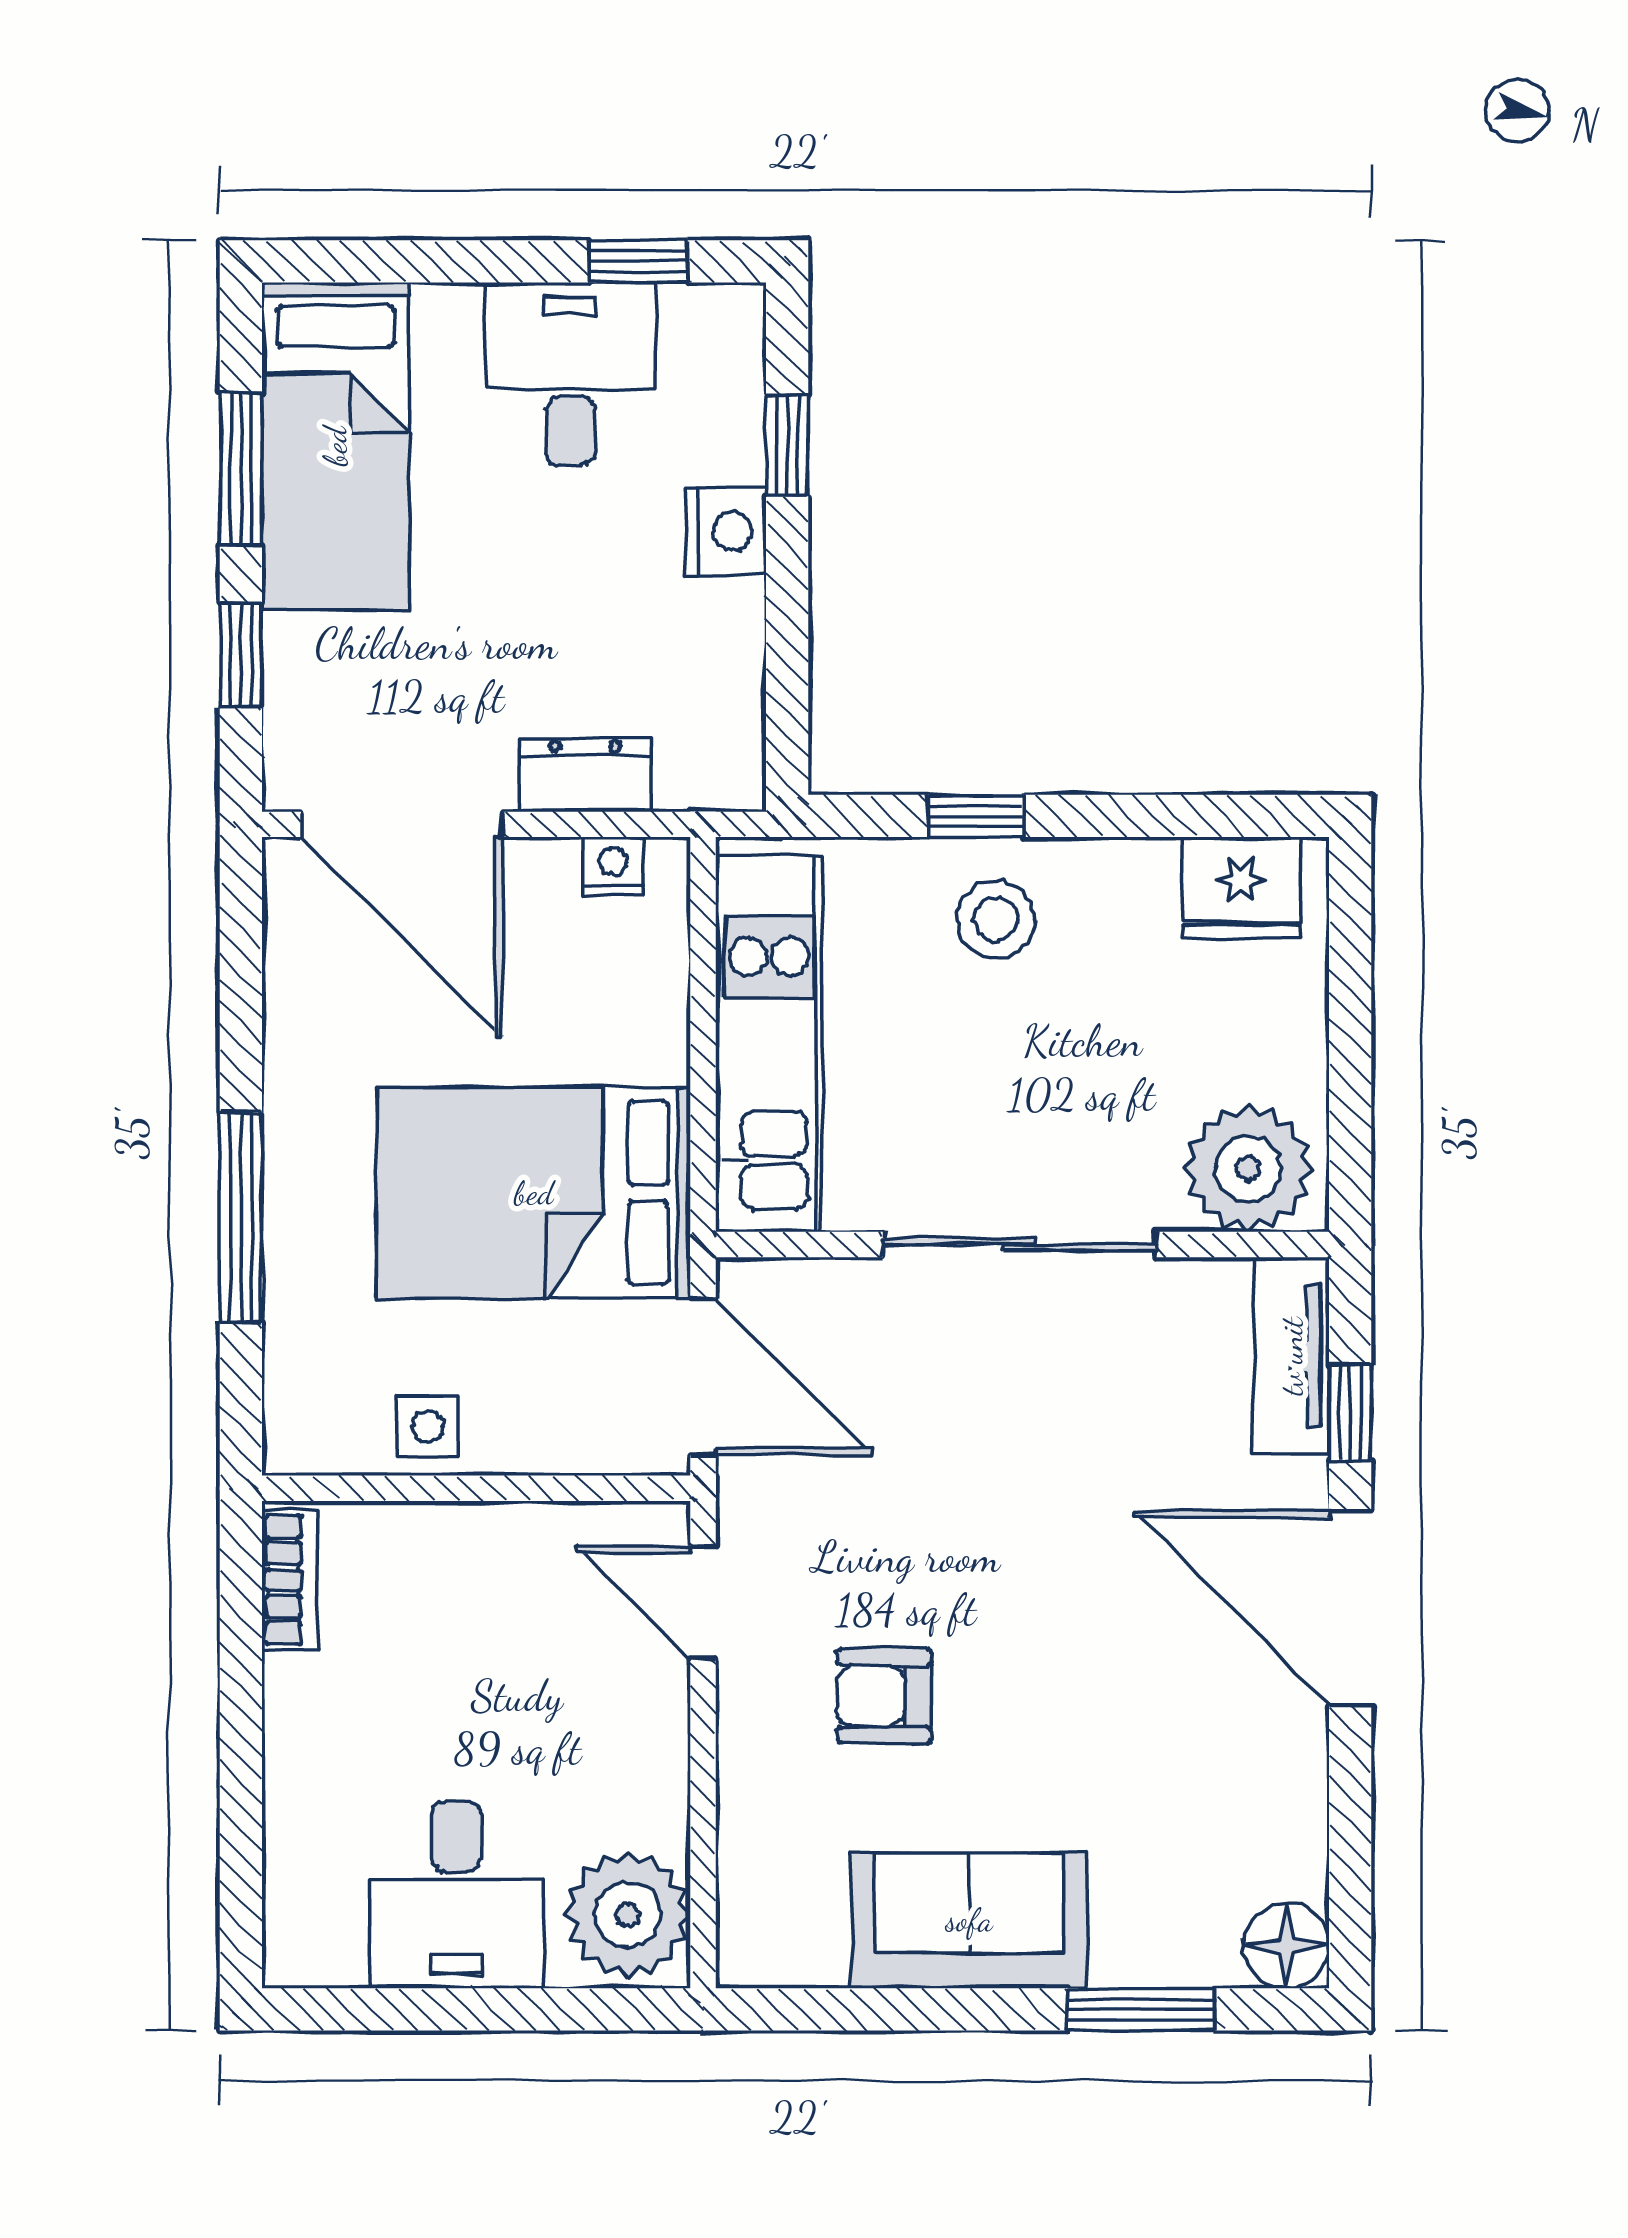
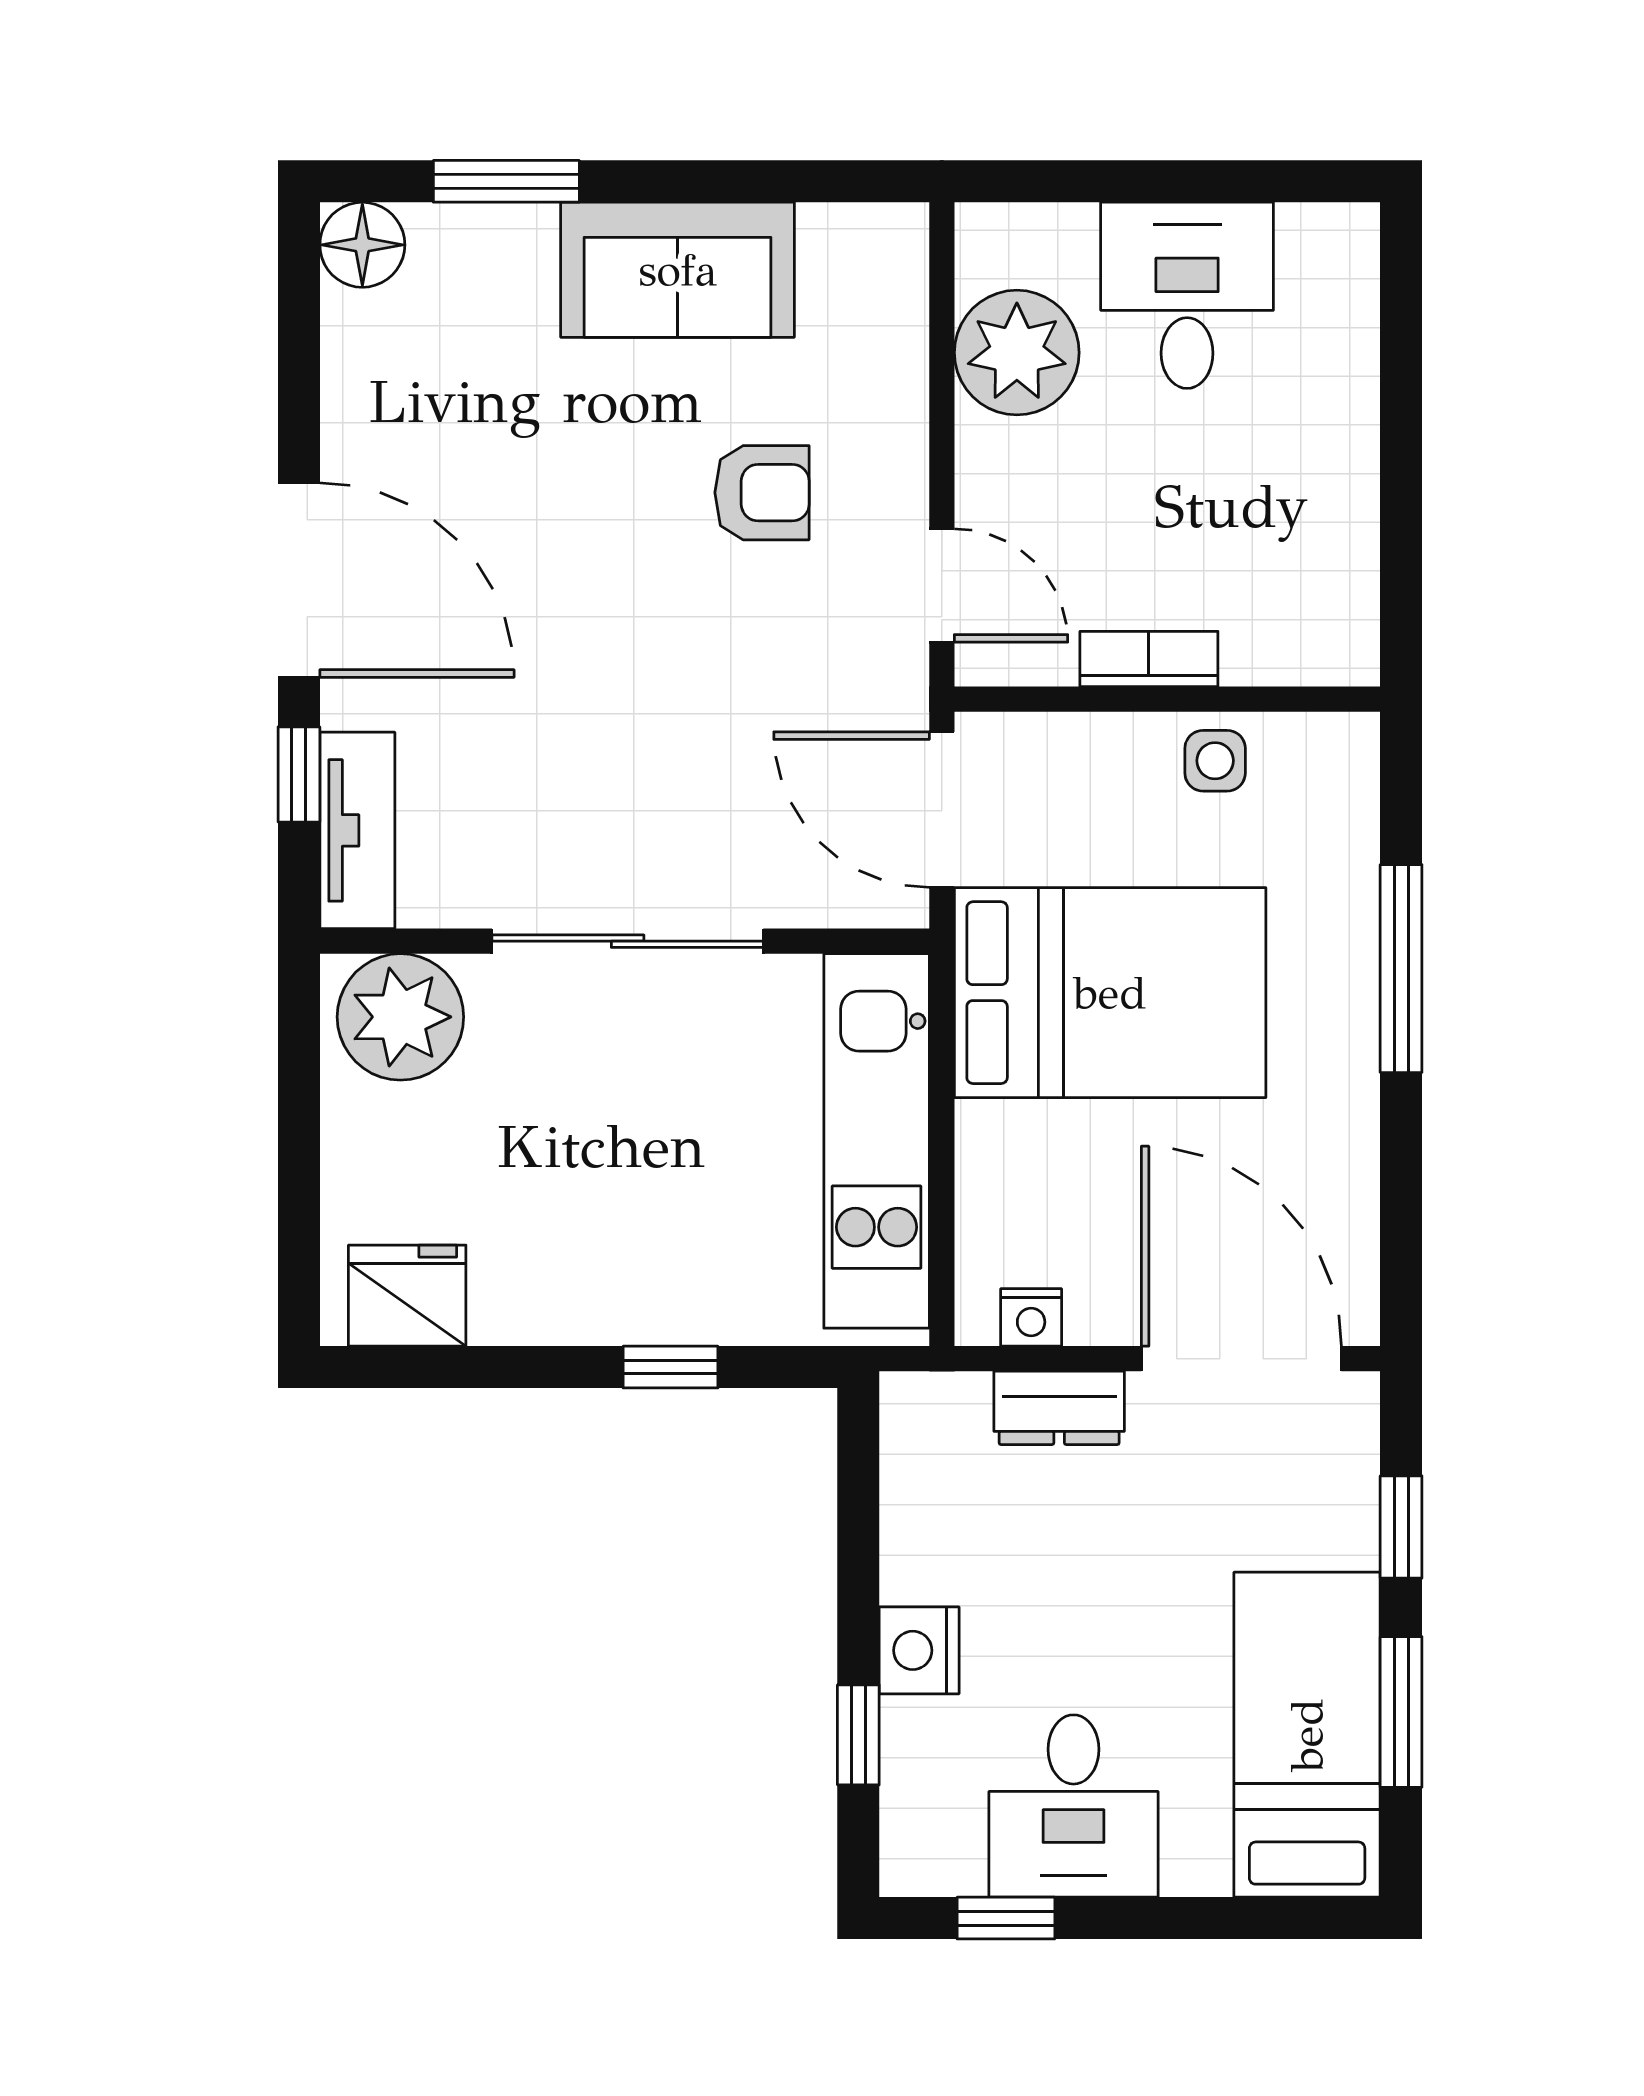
stool: (996, 919) -> (651, 1264), removed
bookcase: (290, 1580) -> (1149, 659), moved, turned 90
plant: (628, 1915) -> (1017, 353), moved

